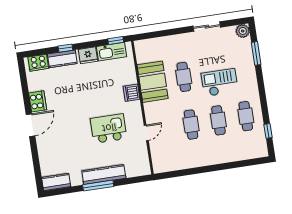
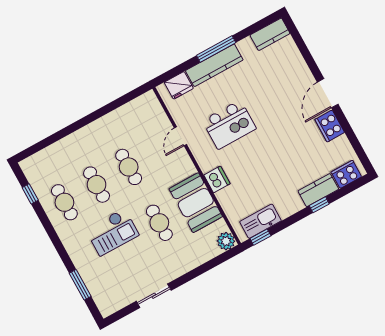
plant: (243, 31) -> (226, 241), moved
fridge: (88, 55) -> (179, 85), moved, turned 180

